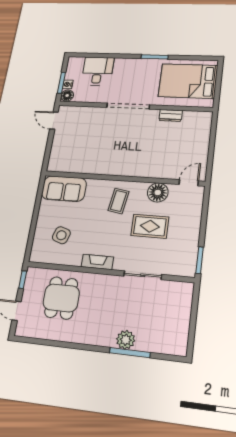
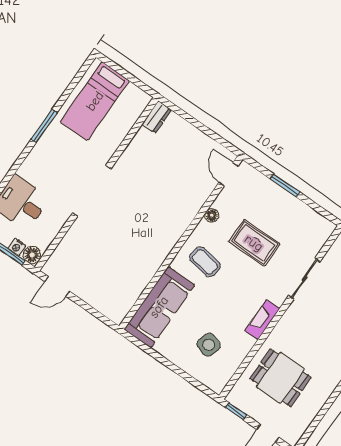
bed: (188, 81) -> (95, 101), width x0.67
dresser: (171, 115) -> (157, 117), moved
sofa: (64, 189) -> (159, 307), width x1.36
floor lamp: (158, 192) -> (212, 215), width x0.53, depth x0.53
rug: (150, 226) -> (254, 243), turned 90
window: (200, 260) -> (285, 185), moved

